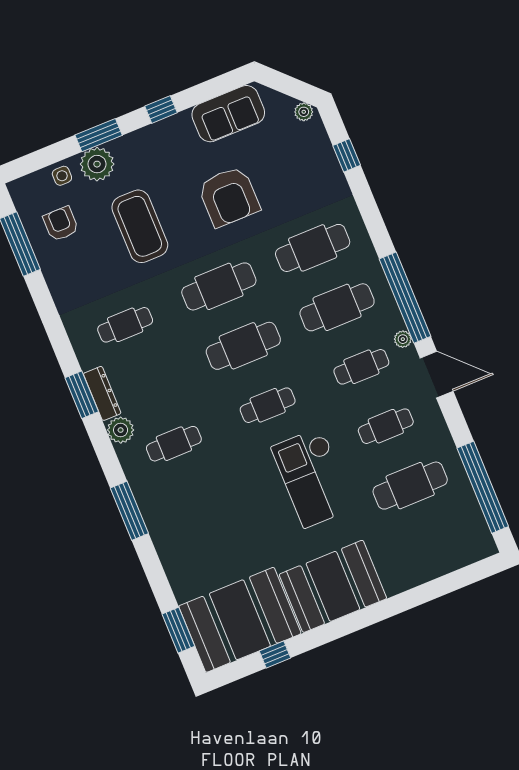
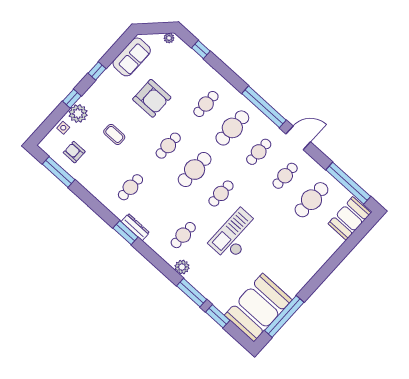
window: (99, 135) -> (72, 99), width x0.67
coffee table: (140, 226) -> (114, 134), width x0.54, depth x0.58
cafe table: (313, 248) -> (206, 104), width x0.73, depth x0.74
cafe table: (219, 286) -> (168, 146), width x0.73, depth x0.74
plant: (403, 339) -> (273, 128), removed
plant: (121, 430) -> (182, 267), moved
checkout: (313, 478) -> (235, 235), moved, turned 90
window: (129, 511) -> (192, 293), moved
booth: (333, 586) -> (349, 218), moved, width x0.73, depth x0.70
window: (178, 630) -> (218, 316), moved
window: (275, 654) -> (284, 316), width x3.17

